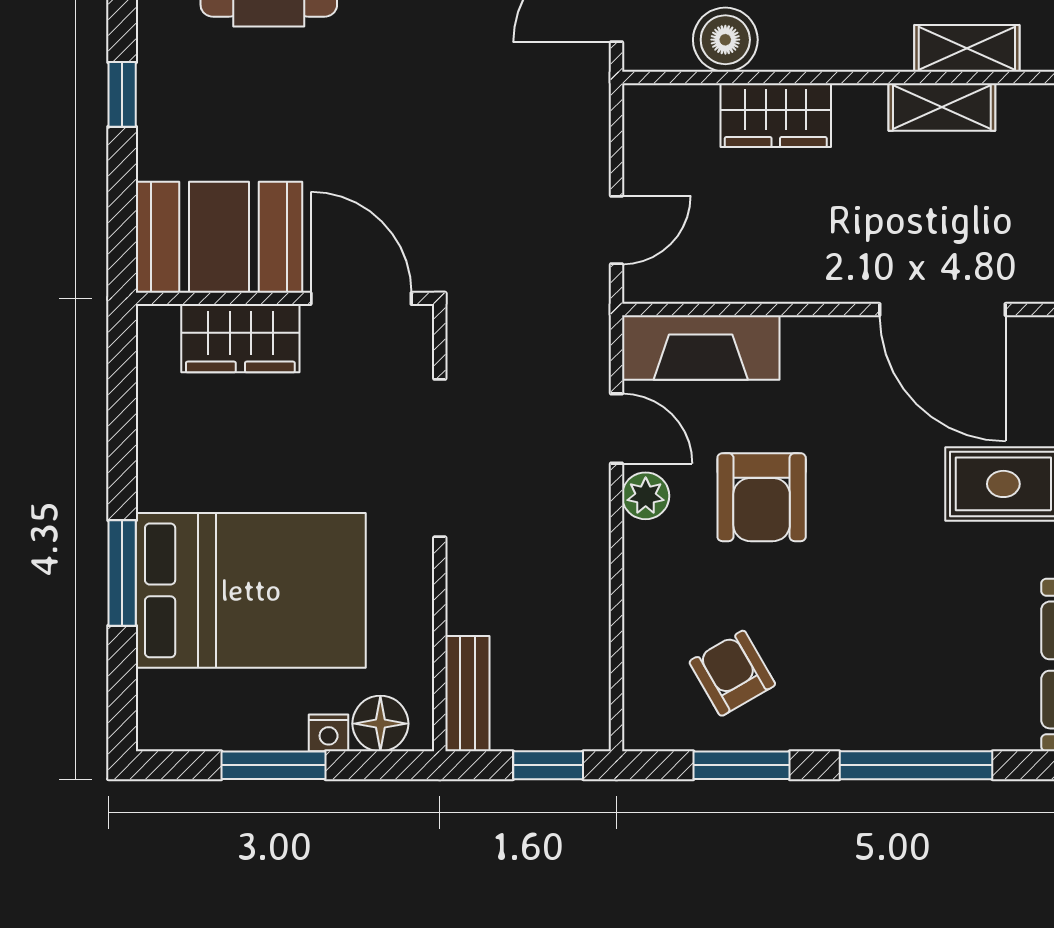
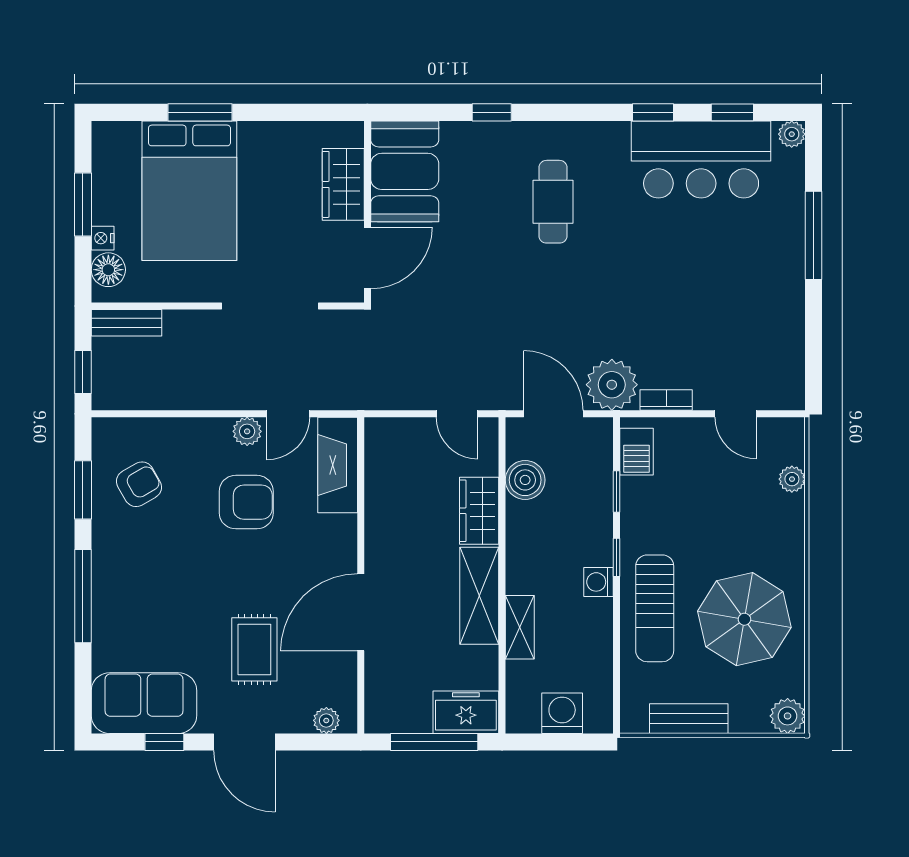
shelving: (942, 107) -> (479, 596), width x1.50, depth x1.33
door: (617, 230) -> (457, 414), moved
armchair: (762, 497) -> (246, 502), turned 180

